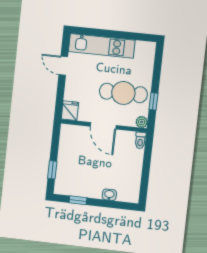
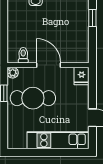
toilet: (140, 140) -> (23, 55), moved

